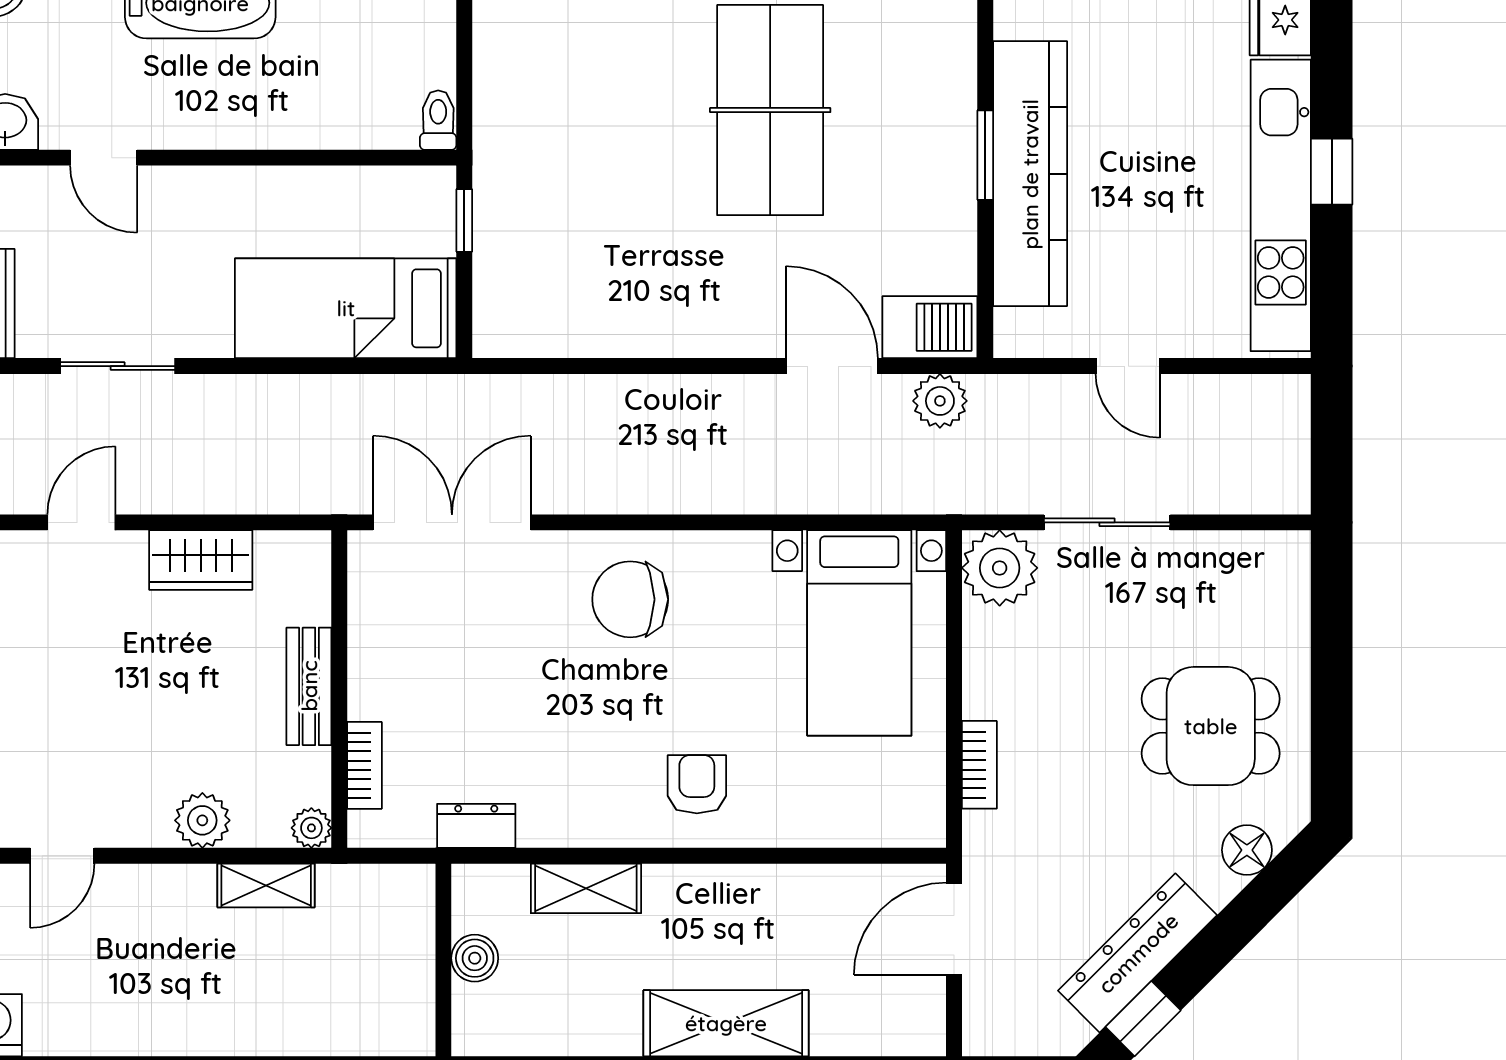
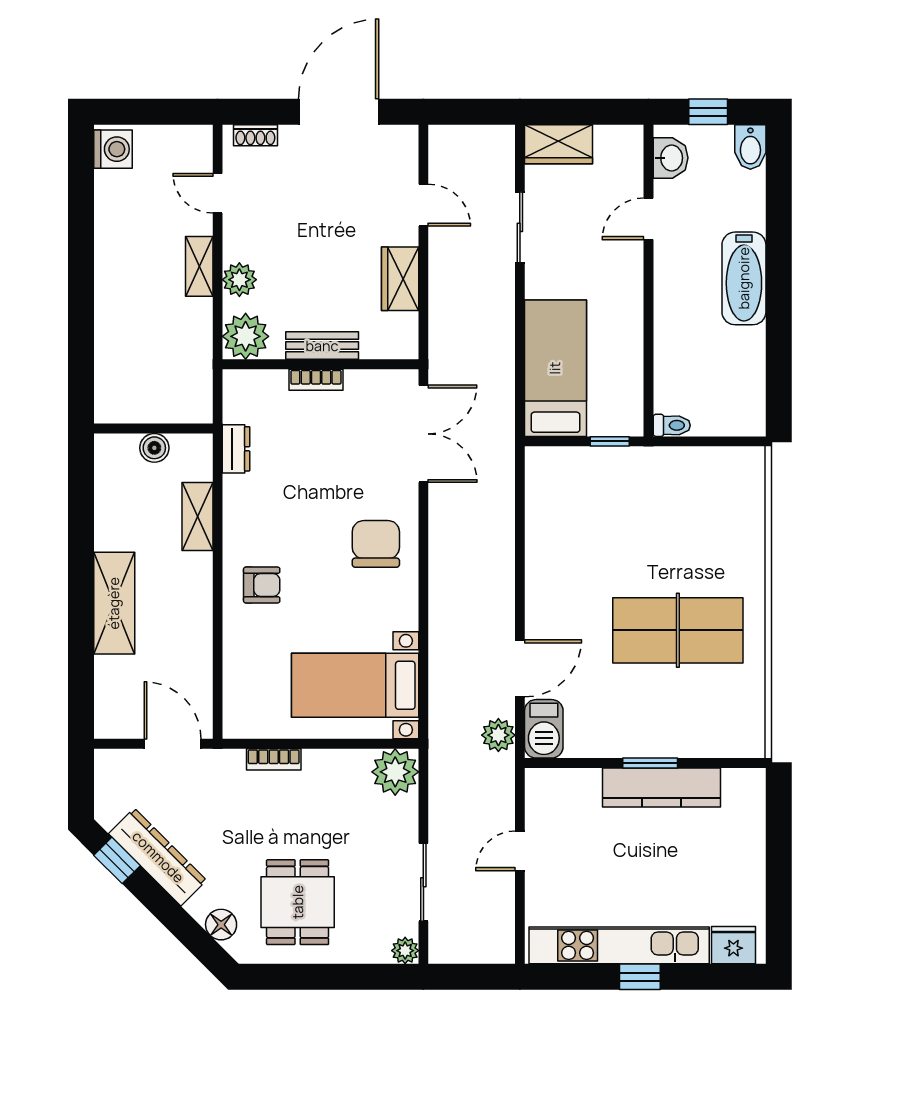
kitchen counter: (1030, 174) -> (662, 787), width x0.72, depth x0.86
sliding door: (1107, 522) -> (423, 882), moved
plant: (1289, 552) -> (405, 951), added
bookcase: (364, 765) -> (316, 380), moved
plant: (311, 828) -> (246, 336), width x1.88, depth x1.88
shelving: (266, 885) -> (199, 266), moved

